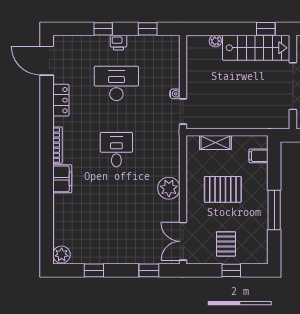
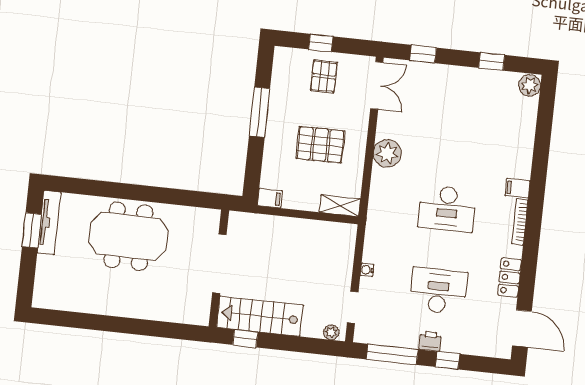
window: (148, 29) -> (392, 354), width x2.17
plant: (215, 41) -> (331, 332), moved
desk: (116, 83) -> (438, 291), turned 180
doorway: (183, 111) -> (353, 307), moved
shelving: (215, 143) -> (340, 206), moved
desk: (116, 150) -> (447, 208), width x1.37
filing cabinet: (258, 156) -> (270, 198), moved
filing cabinet: (62, 179) -> (517, 188), width x0.50

